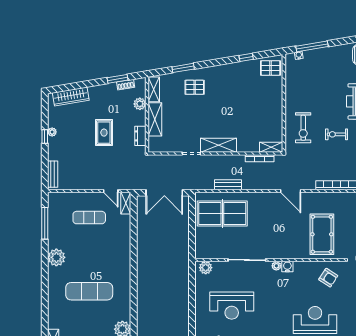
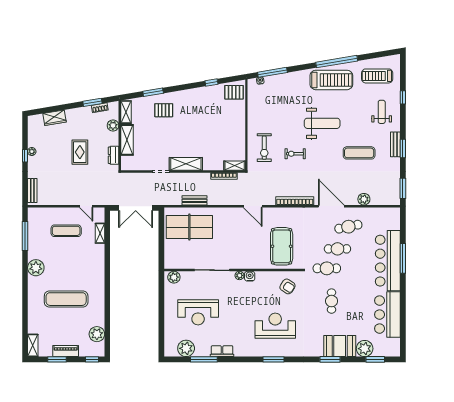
wardrobe: (71, 96) -> (54, 118), width x0.67
shelving: (126, 203) -> (100, 233), moved

